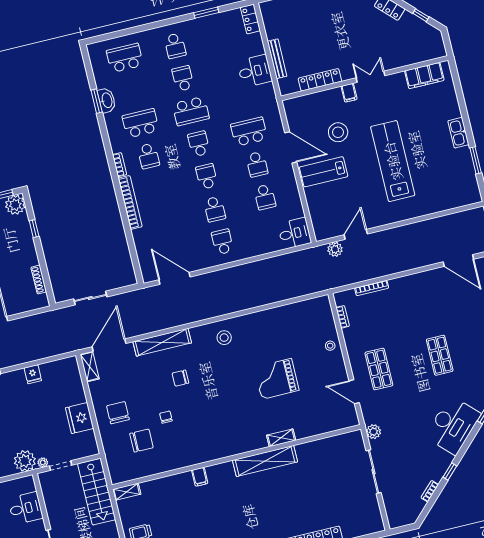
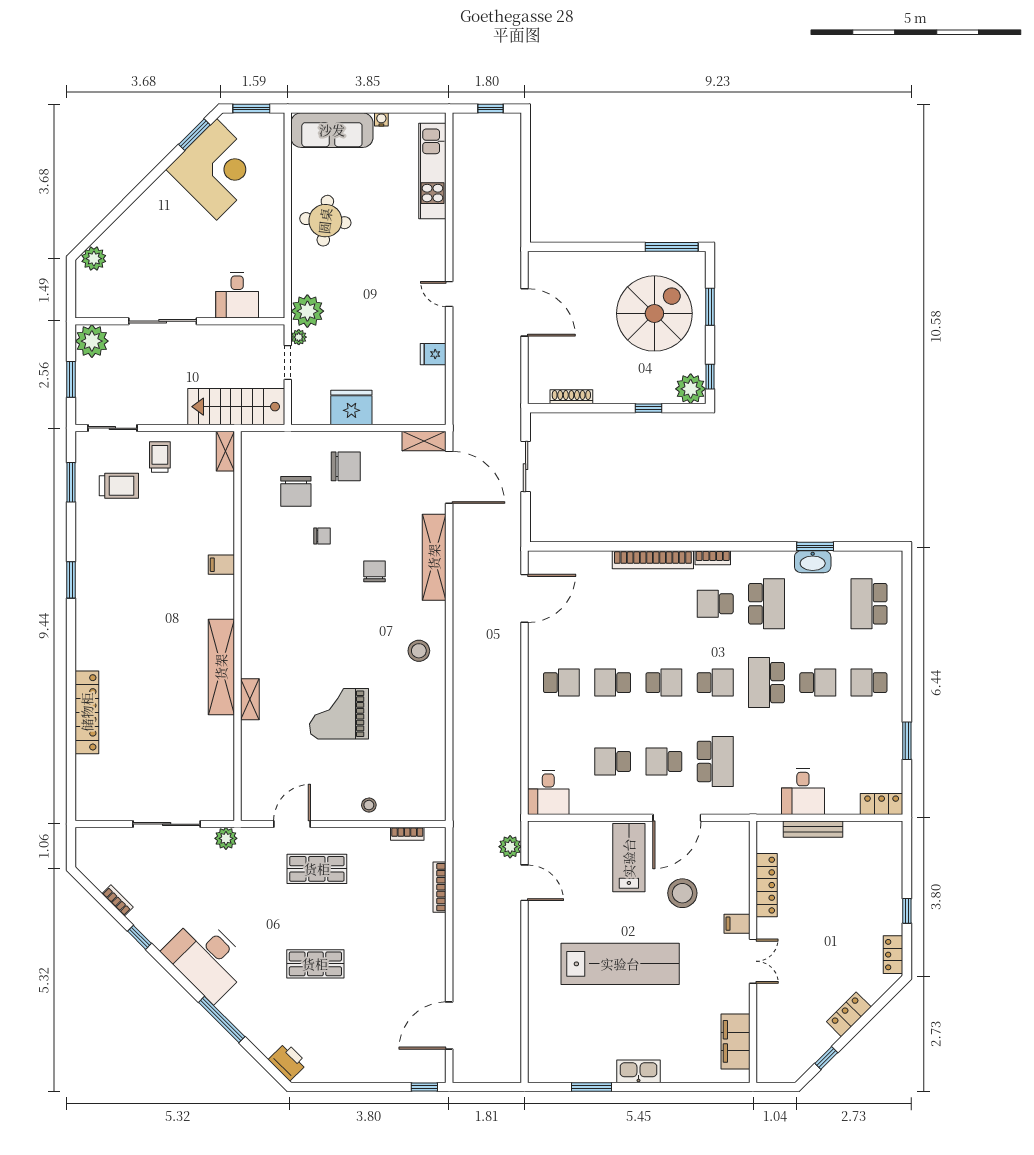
school desk: (125, 58) -> (869, 604), turned 180
grand piano: (277, 379) -> (339, 714), turned -90

